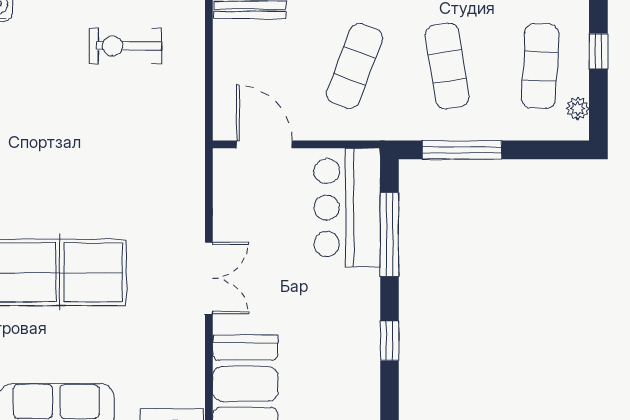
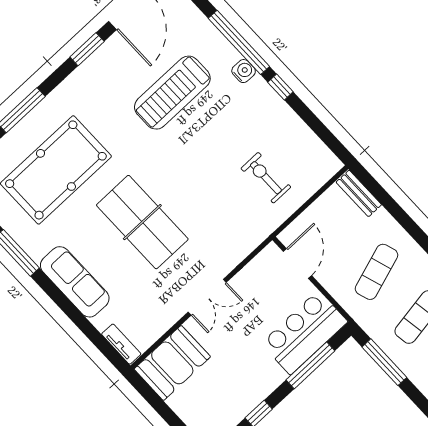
exercise bike: (126, 46) -> (266, 178), moved
exercise mat: (354, 66) -> (377, 272), turned -39

